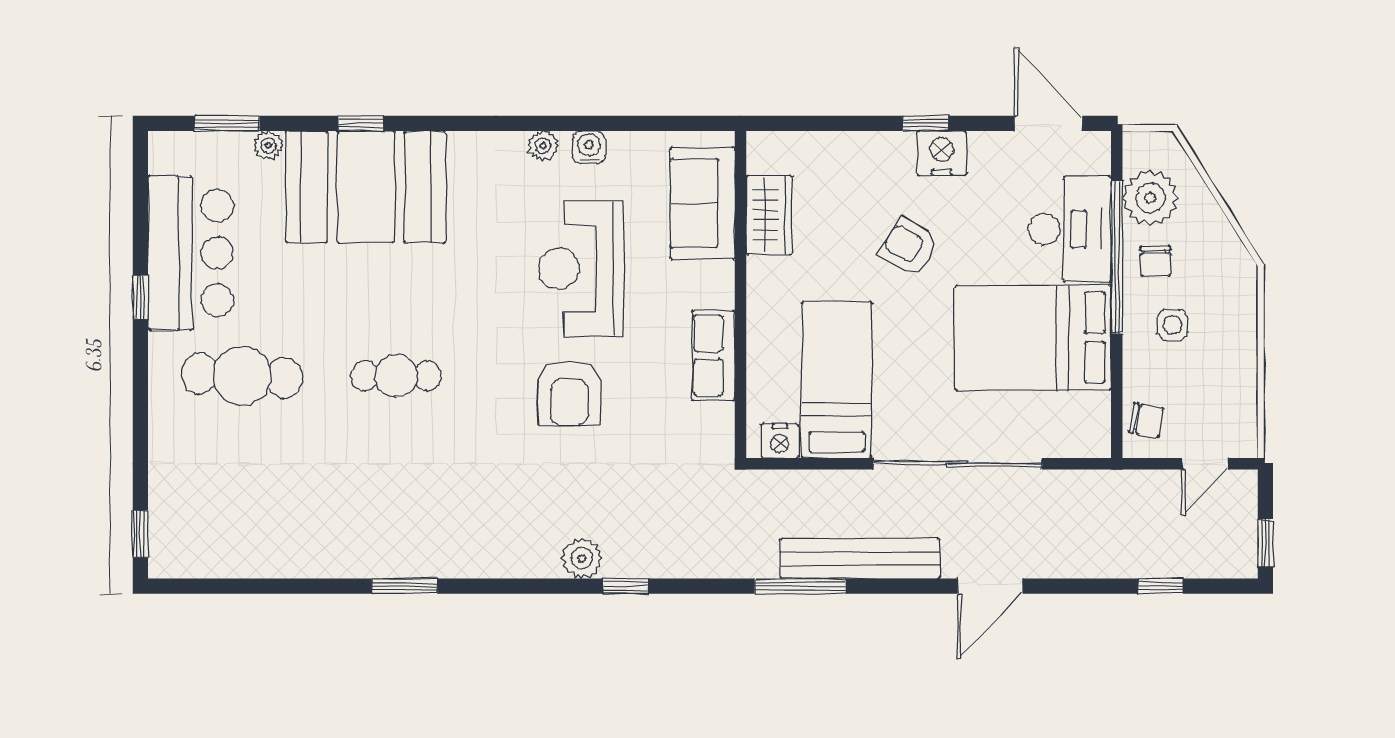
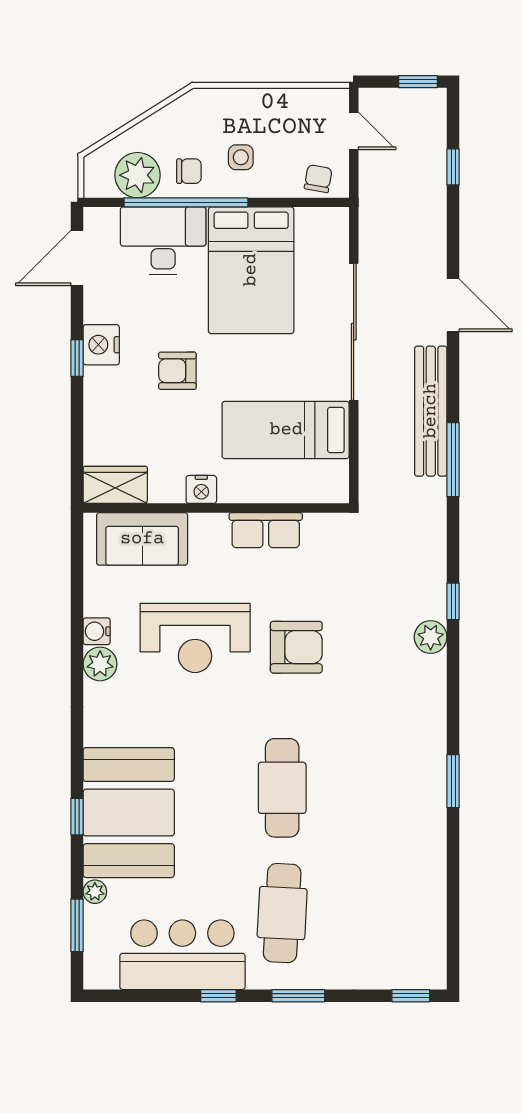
plant: (543, 146) -> (100, 664), width x1.38, depth x1.38
wardrobe: (769, 215) -> (115, 485), moved
armchair: (910, 247) -> (177, 371), turned 59
cafe table: (396, 376) -> (282, 788), width x1.37, depth x1.35
window: (140, 395) -> (298, 996), added
nightstand: (780, 441) -> (201, 489), moved, turned 90

